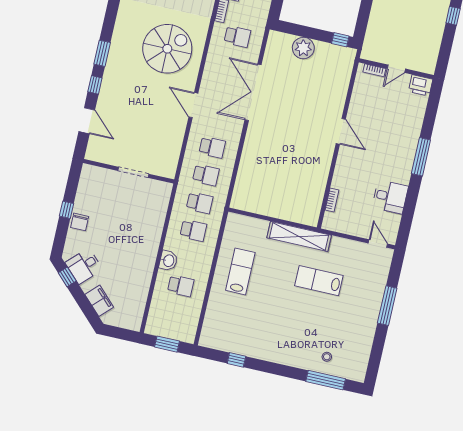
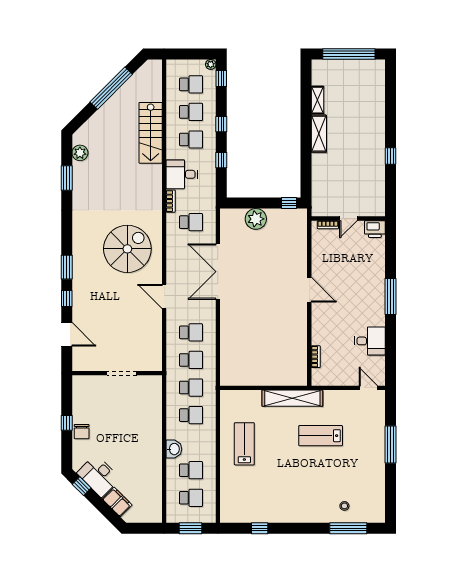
desk: (84, 266) -> (99, 476), width x1.37
school desk: (174, 314) -> (191, 498), added

